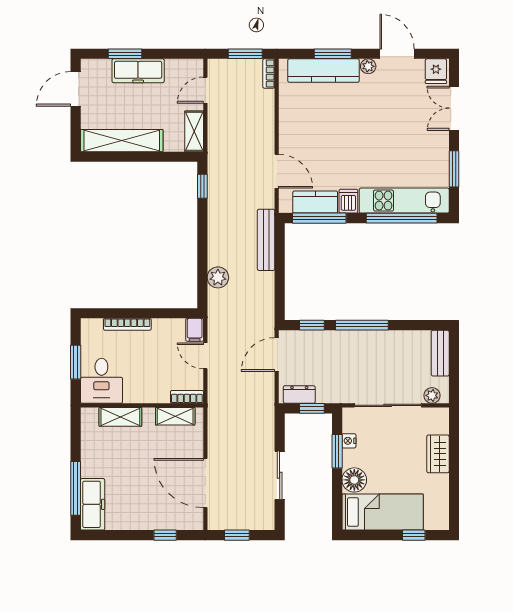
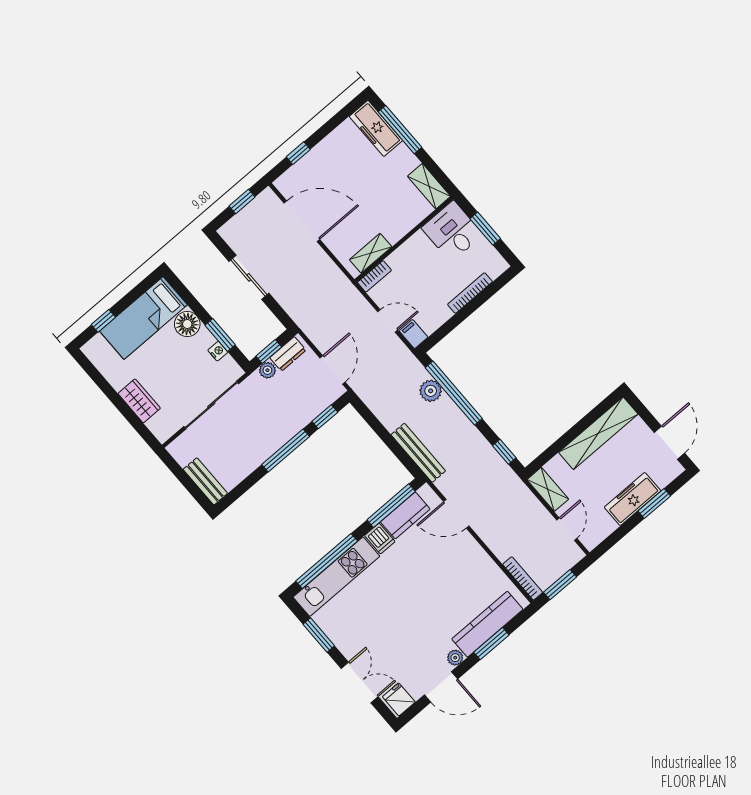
bookcase: (269, 73) -> (523, 578), width x1.56
window: (202, 261) -> (454, 393), added
plant: (432, 395) -> (267, 370), moved
shelving: (120, 417) -> (429, 186), moved, turned 90

